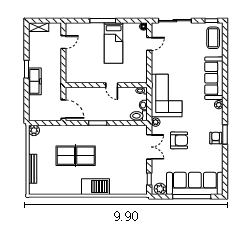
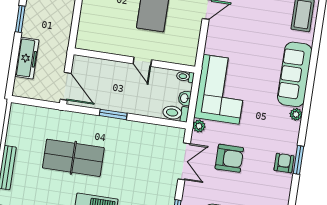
freezer: (35, 81) -> (27, 58), moved
plant: (34, 130) -> (18, 111), removed

